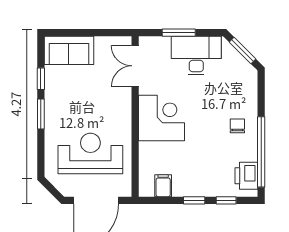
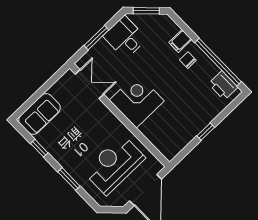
desk: (196, 56) -> (125, 37), width x0.73
double door: (135, 66) -> (90, 84), swing flipped
window: (41, 114) -> (69, 179), moved
filing cabinet: (163, 186) -> (180, 41), moved, turned -90
window: (226, 200) -> (225, 113), removed

